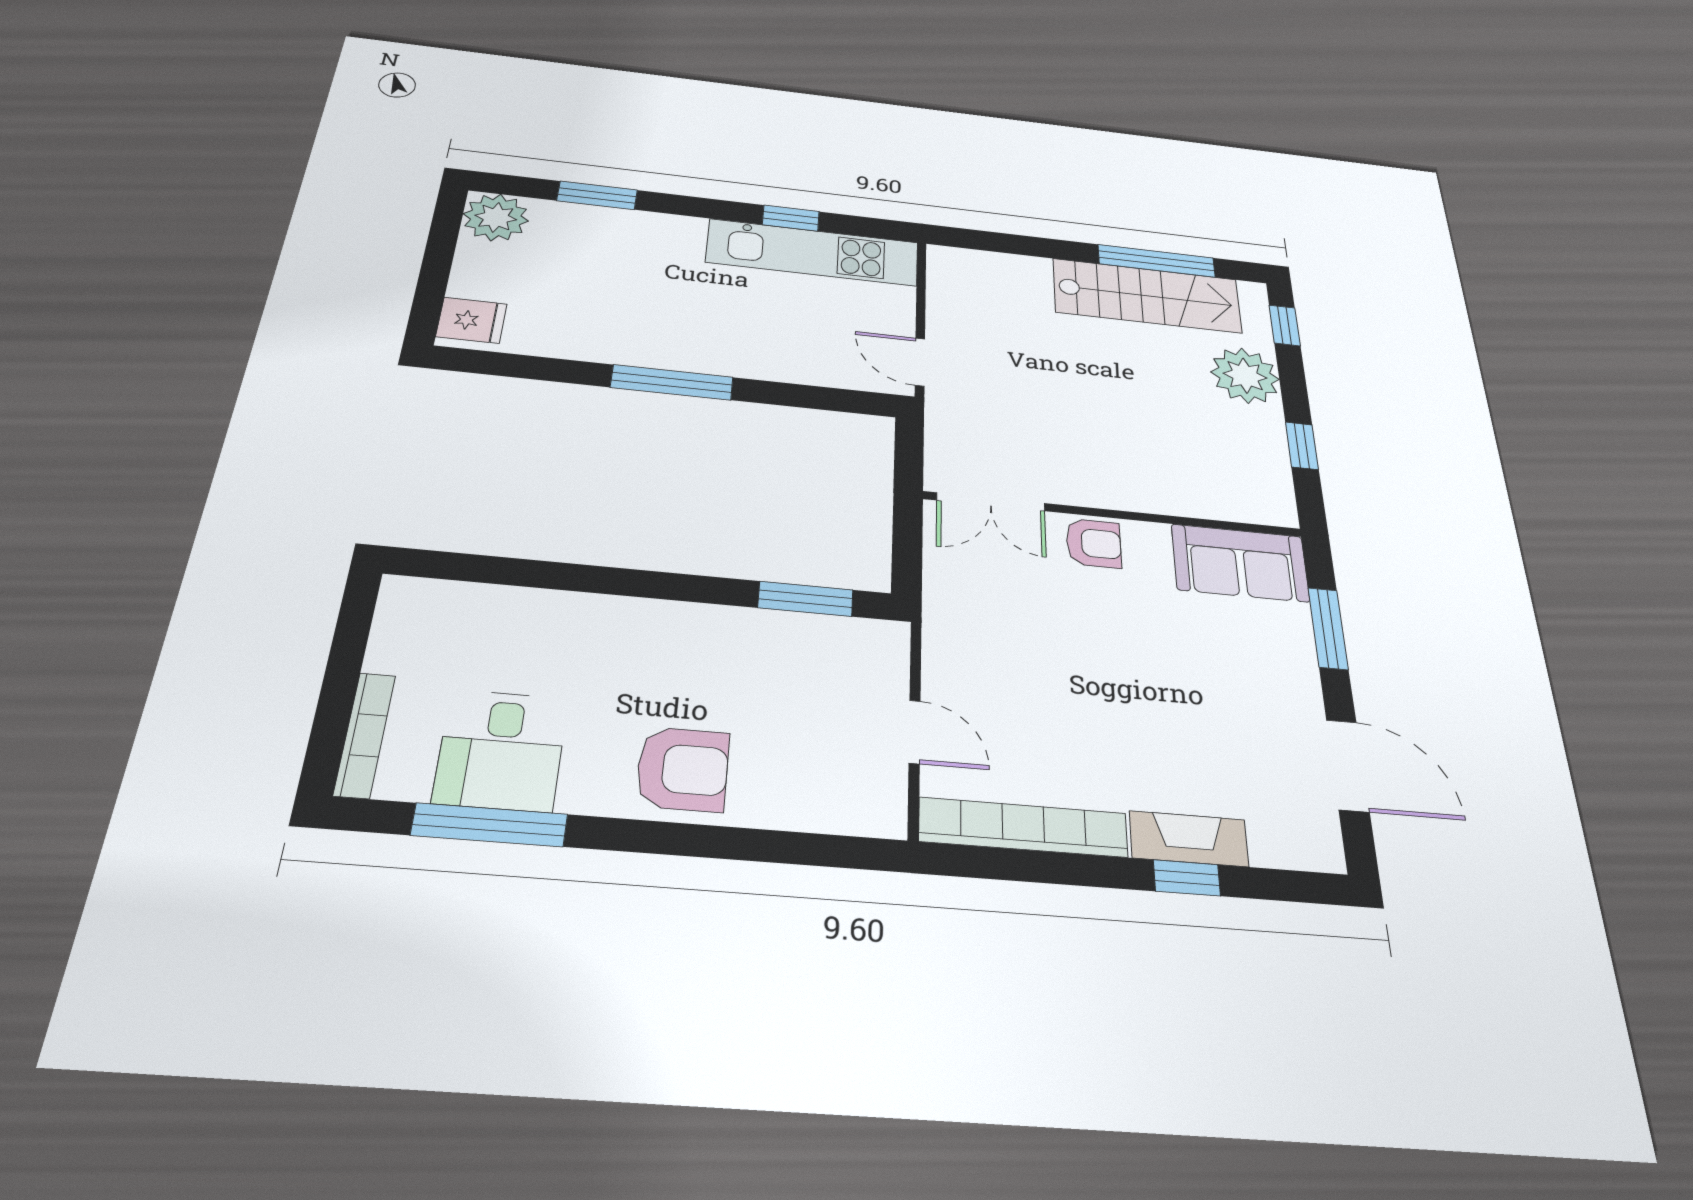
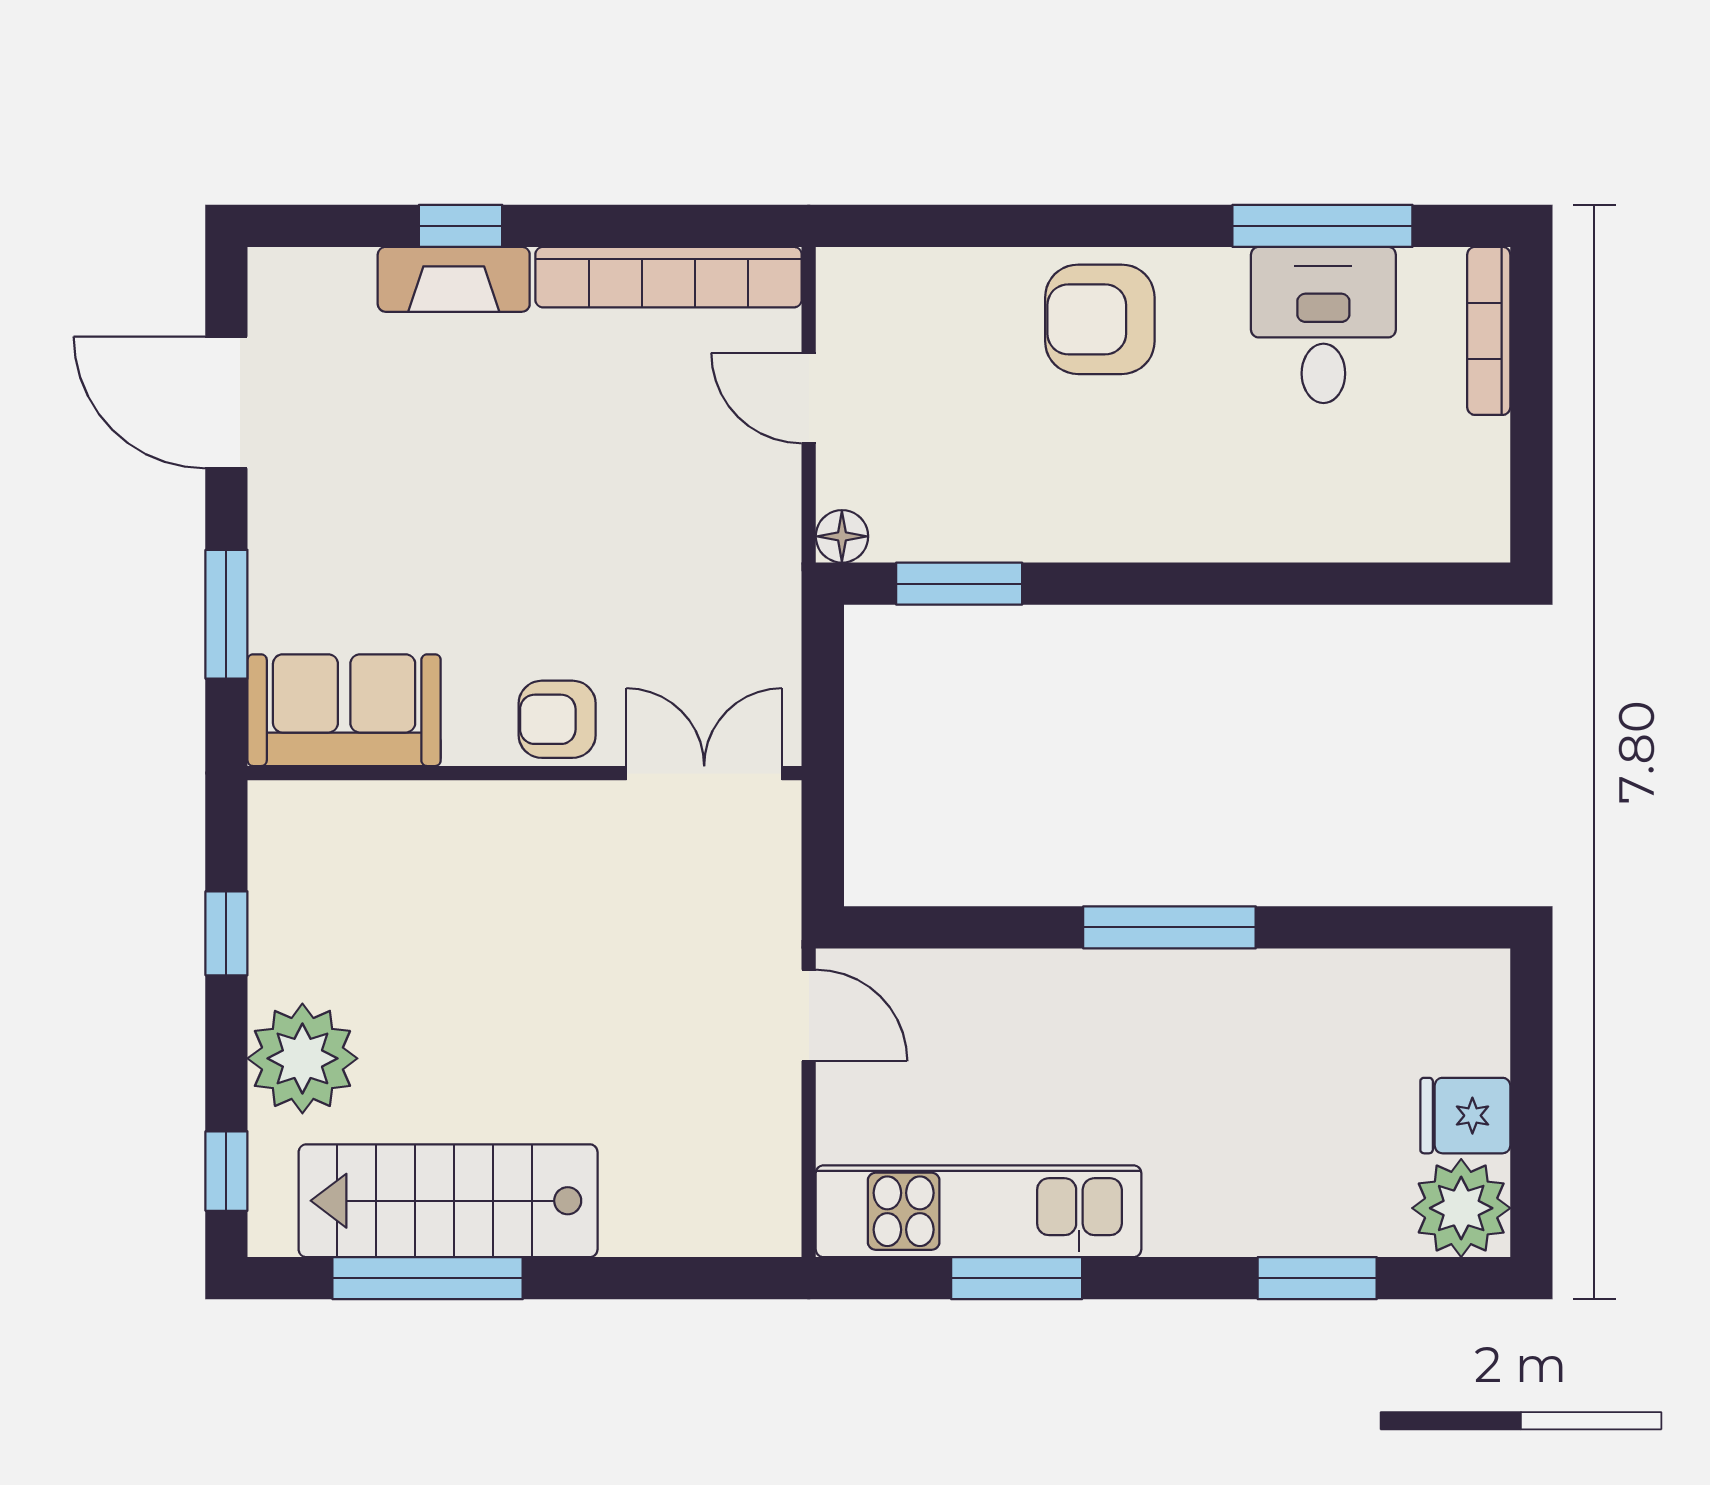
window: (791, 218) -> (1017, 1278), width x1.50
fridge: (471, 320) -> (1465, 1116), moved
floor lamp: (891, 637) -> (842, 536), added

